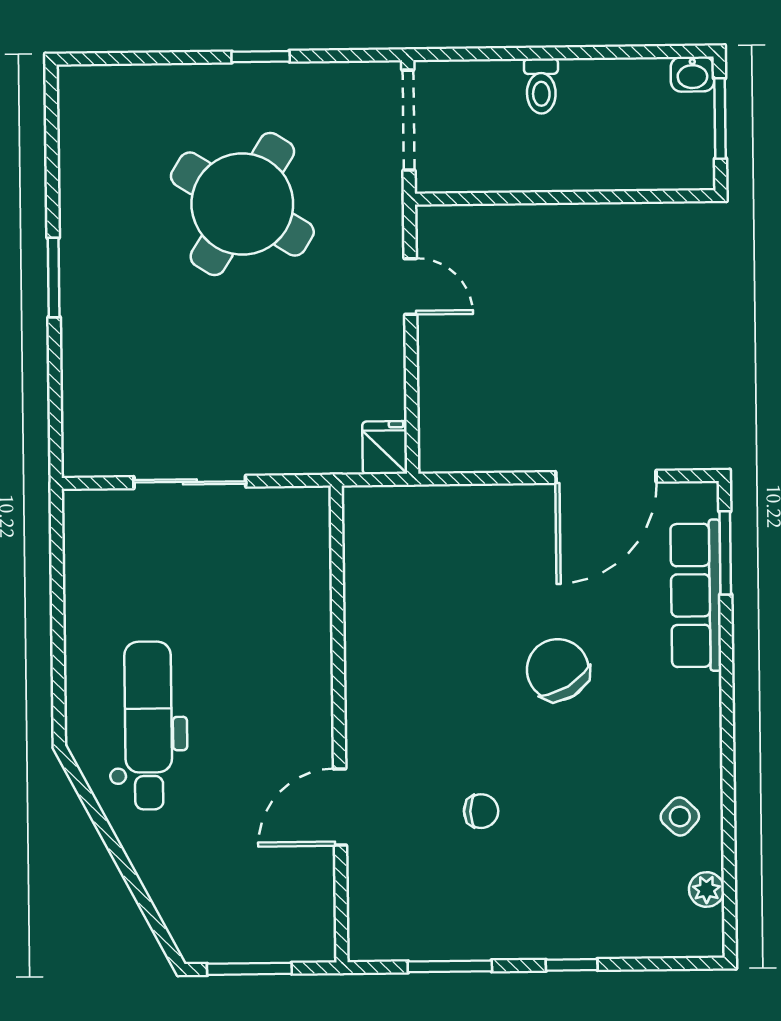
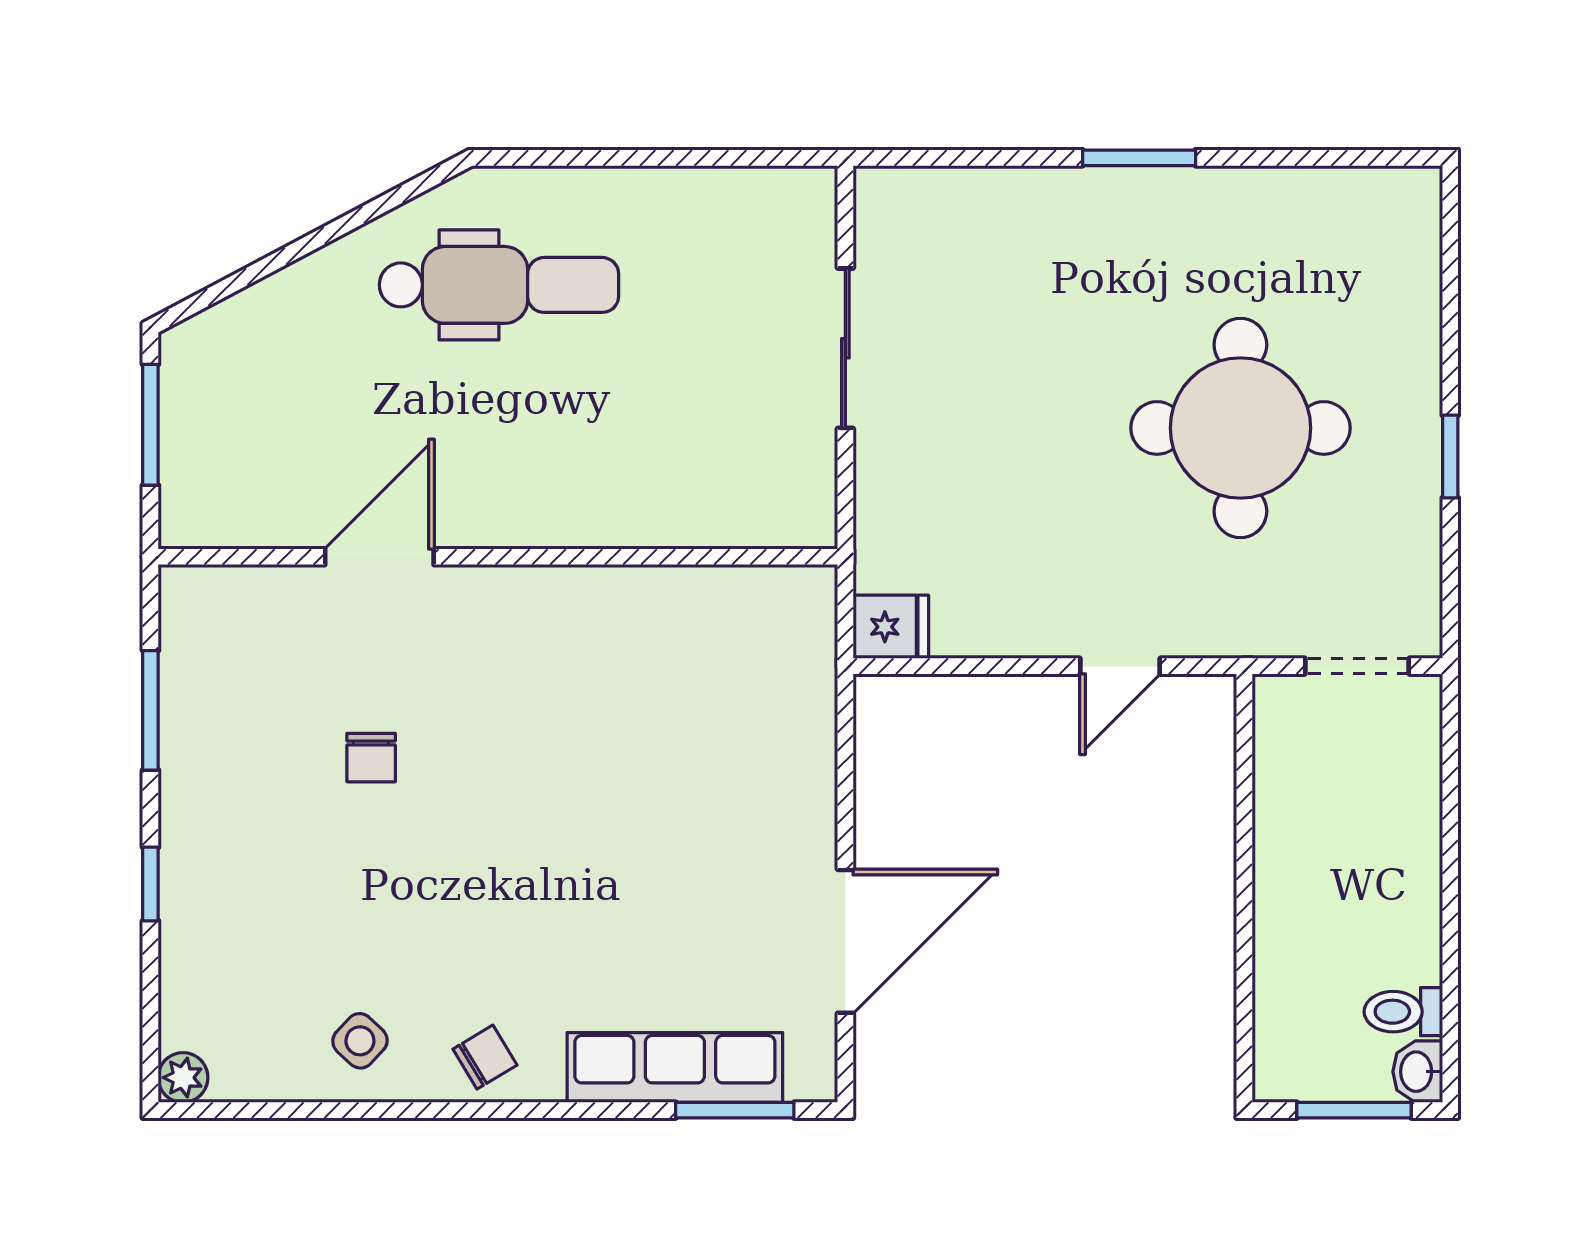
toilet: (541, 86) -> (1403, 1012), moved
doorway: (408, 120) -> (1357, 666), width x0.73
round table: (242, 204) -> (1240, 428), turned -32
door: (606, 477) -> (845, 941), swing flipped
chair: (558, 670) -> (485, 1057), moved, width x0.54, depth x0.54
door: (340, 807) -> (379, 557), hinge flipped
plant: (707, 890) -> (183, 1078), moved

